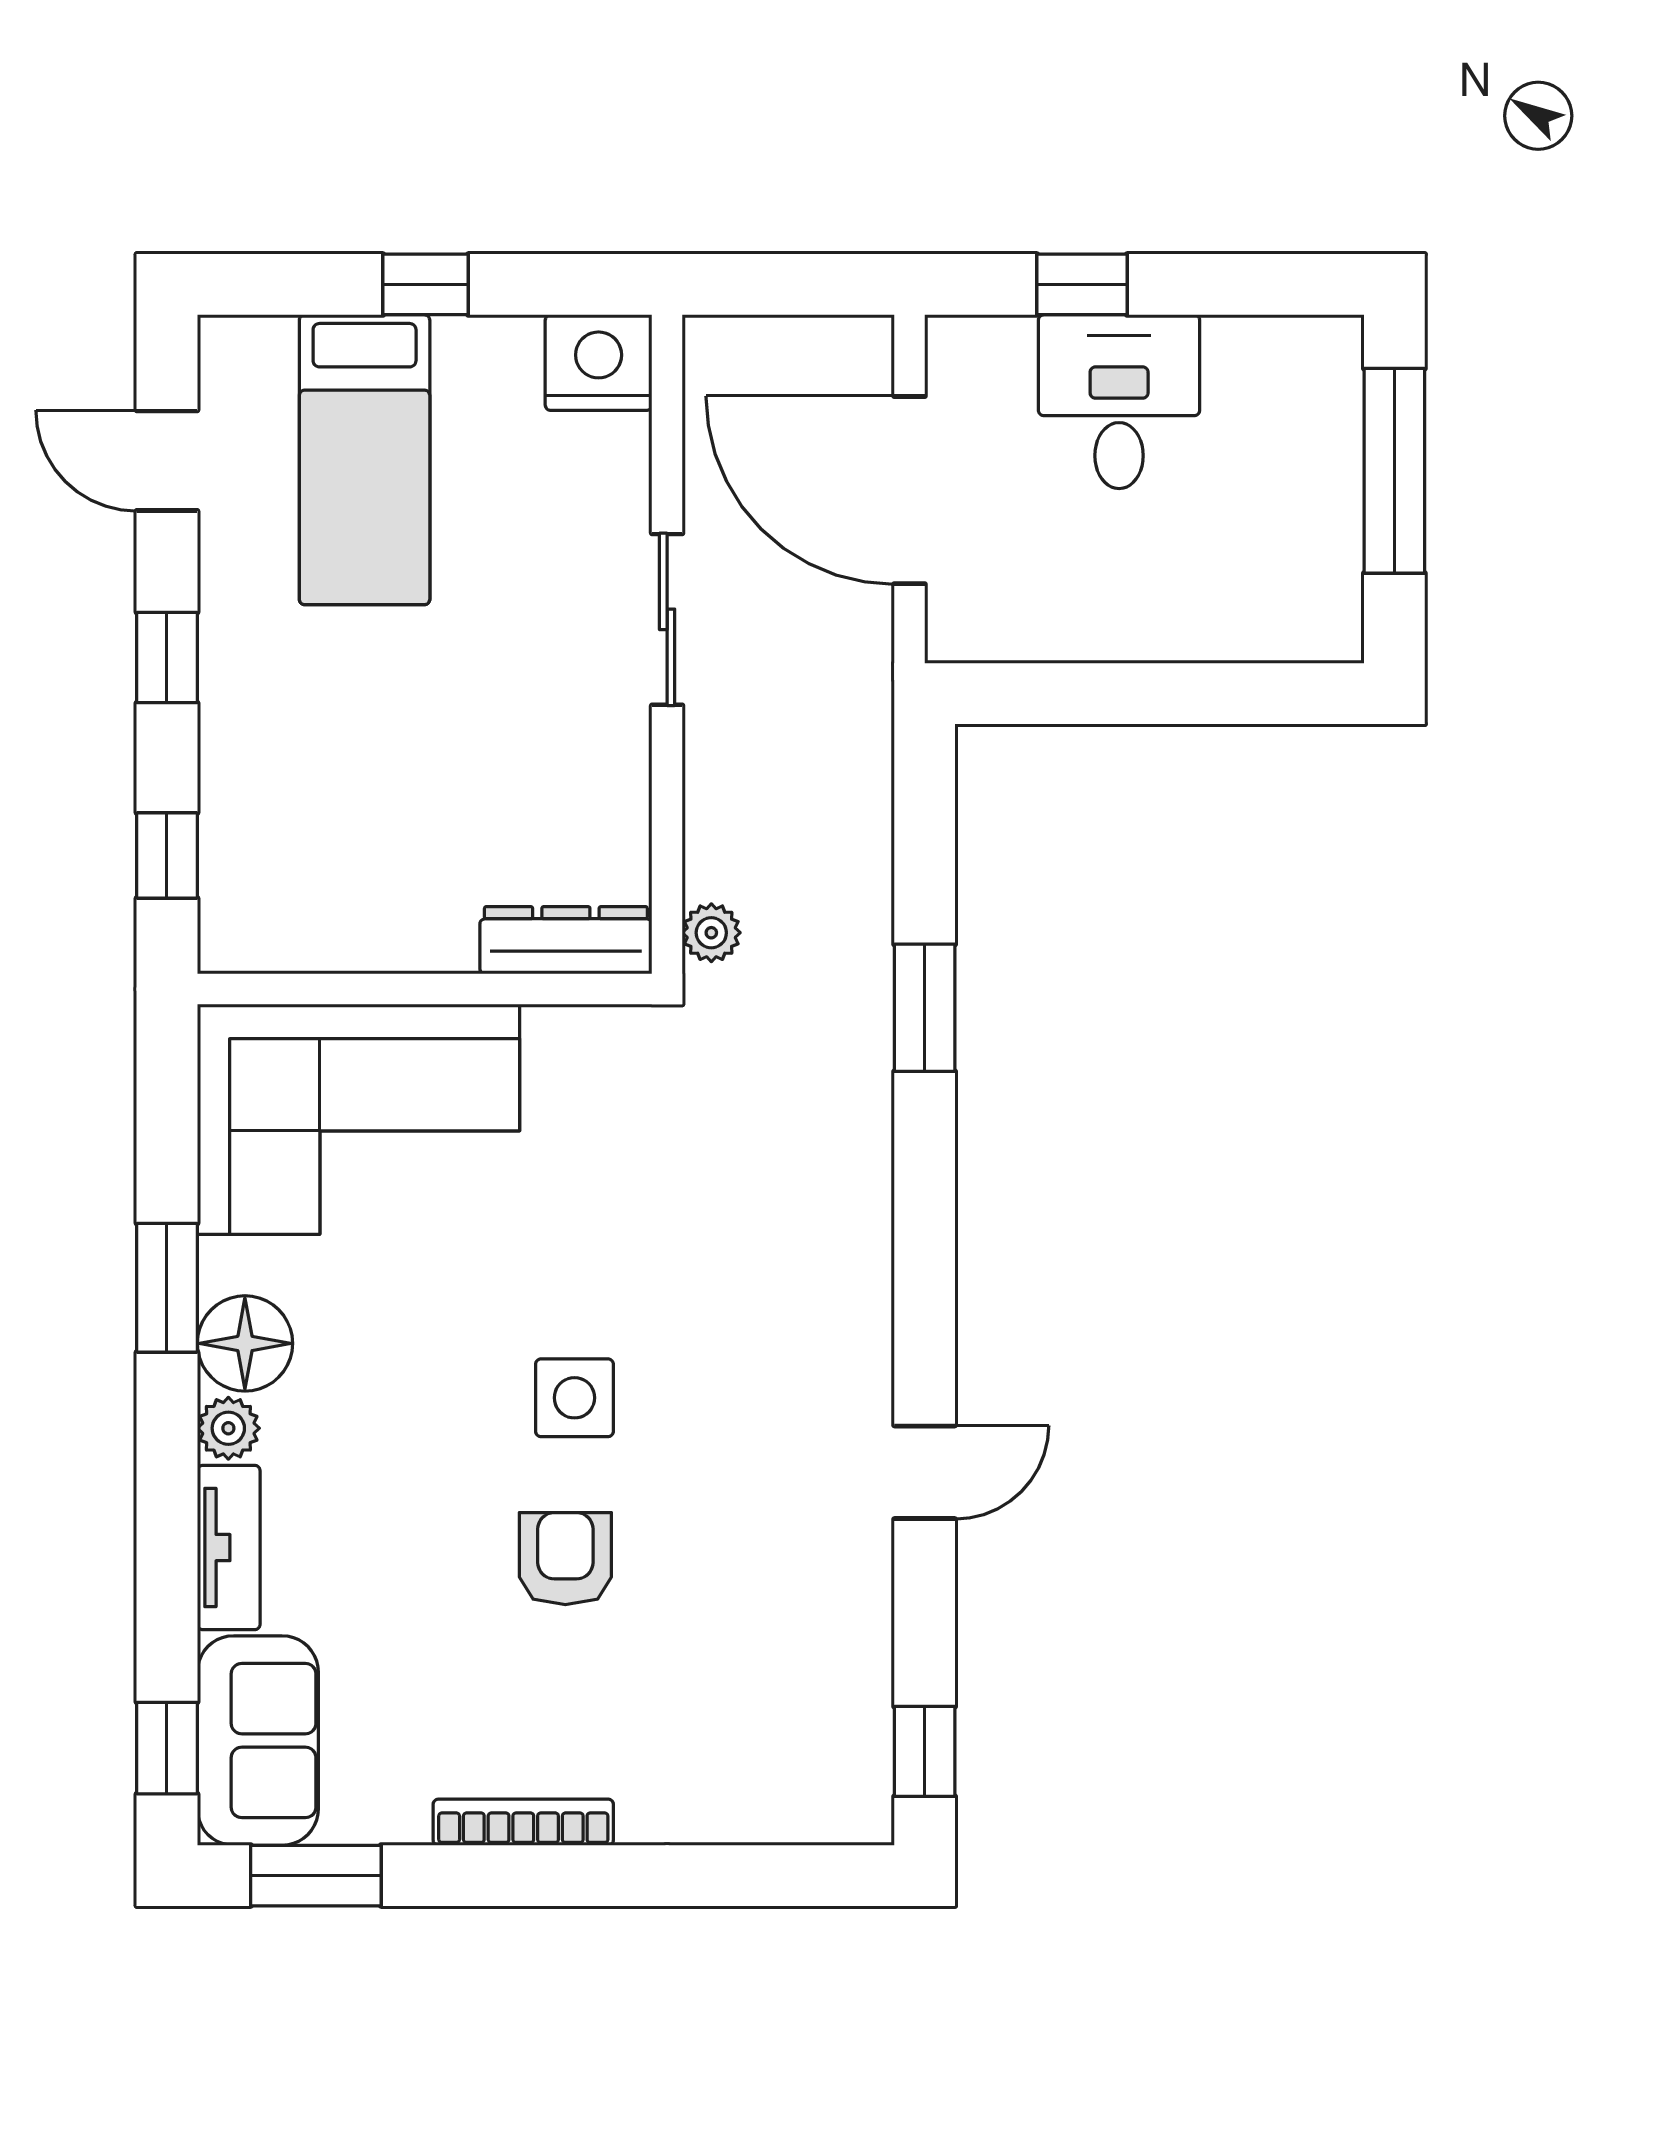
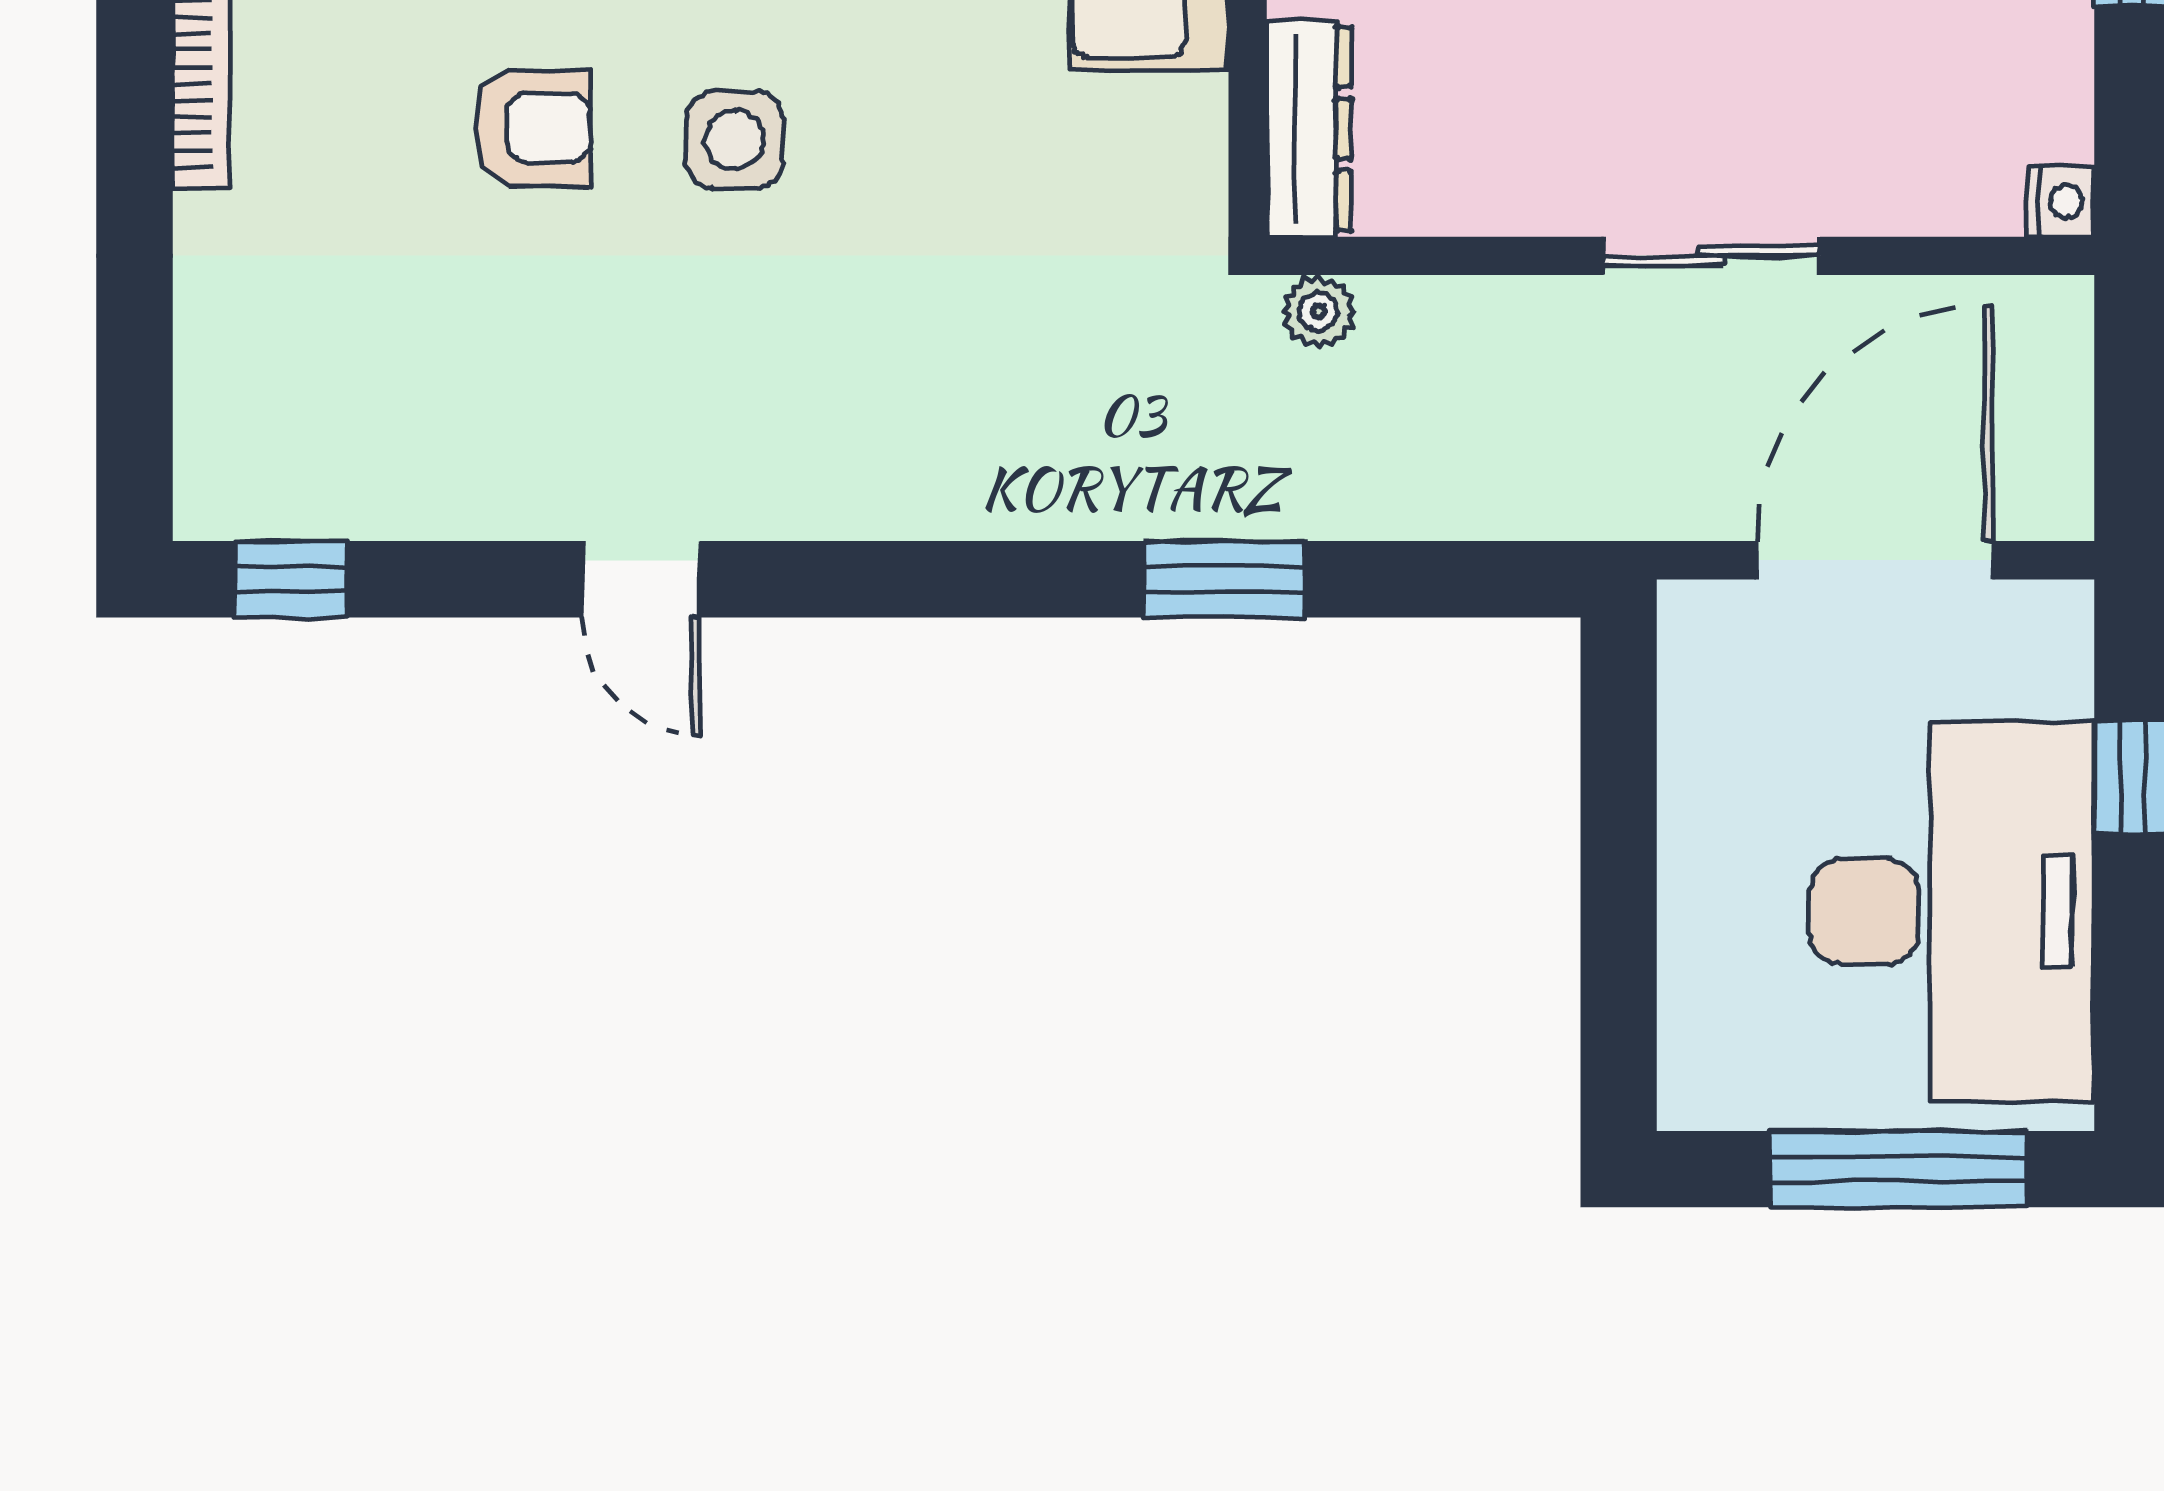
nightstand: (599, 363) -> (2061, 201), width x0.53, depth x0.56
desk: (1119, 402) -> (1952, 912), width x1.87, depth x1.30

